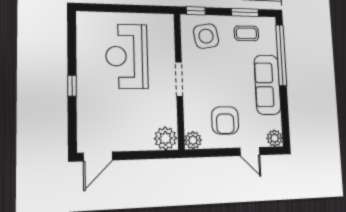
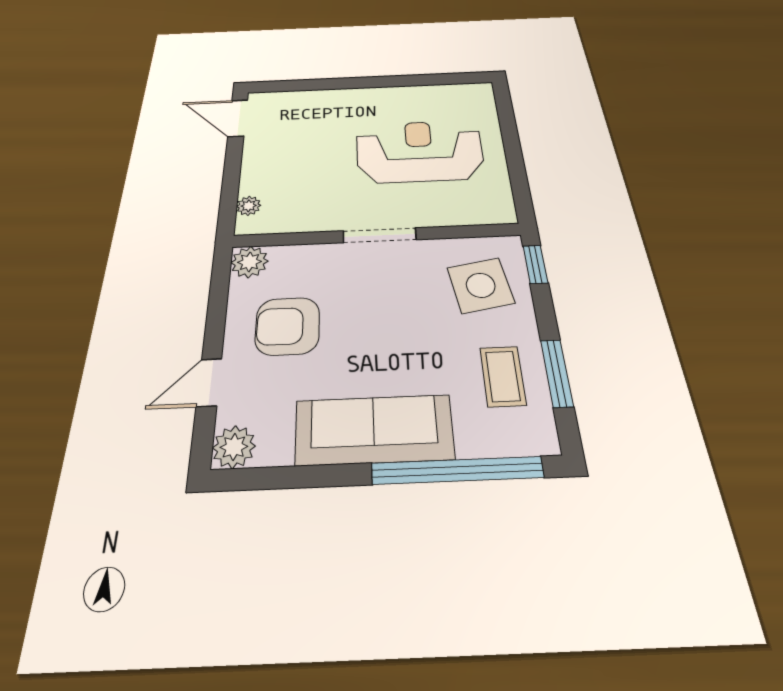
window: (72, 86) -> (361, 83), removed
plant: (165, 138) -> (249, 206), width x0.53, depth x0.53

